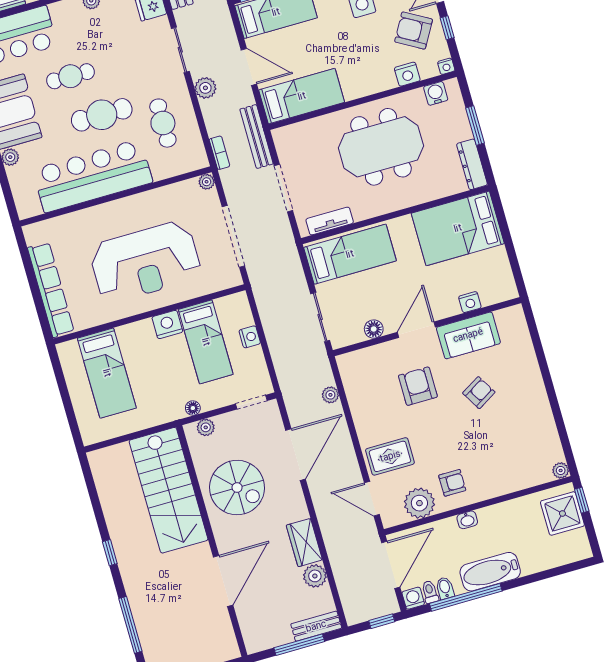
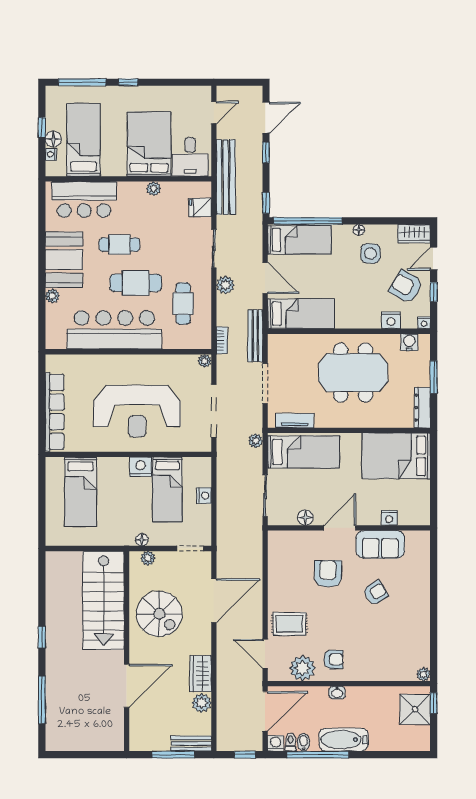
plant: (330, 395) -> (256, 441), moved

